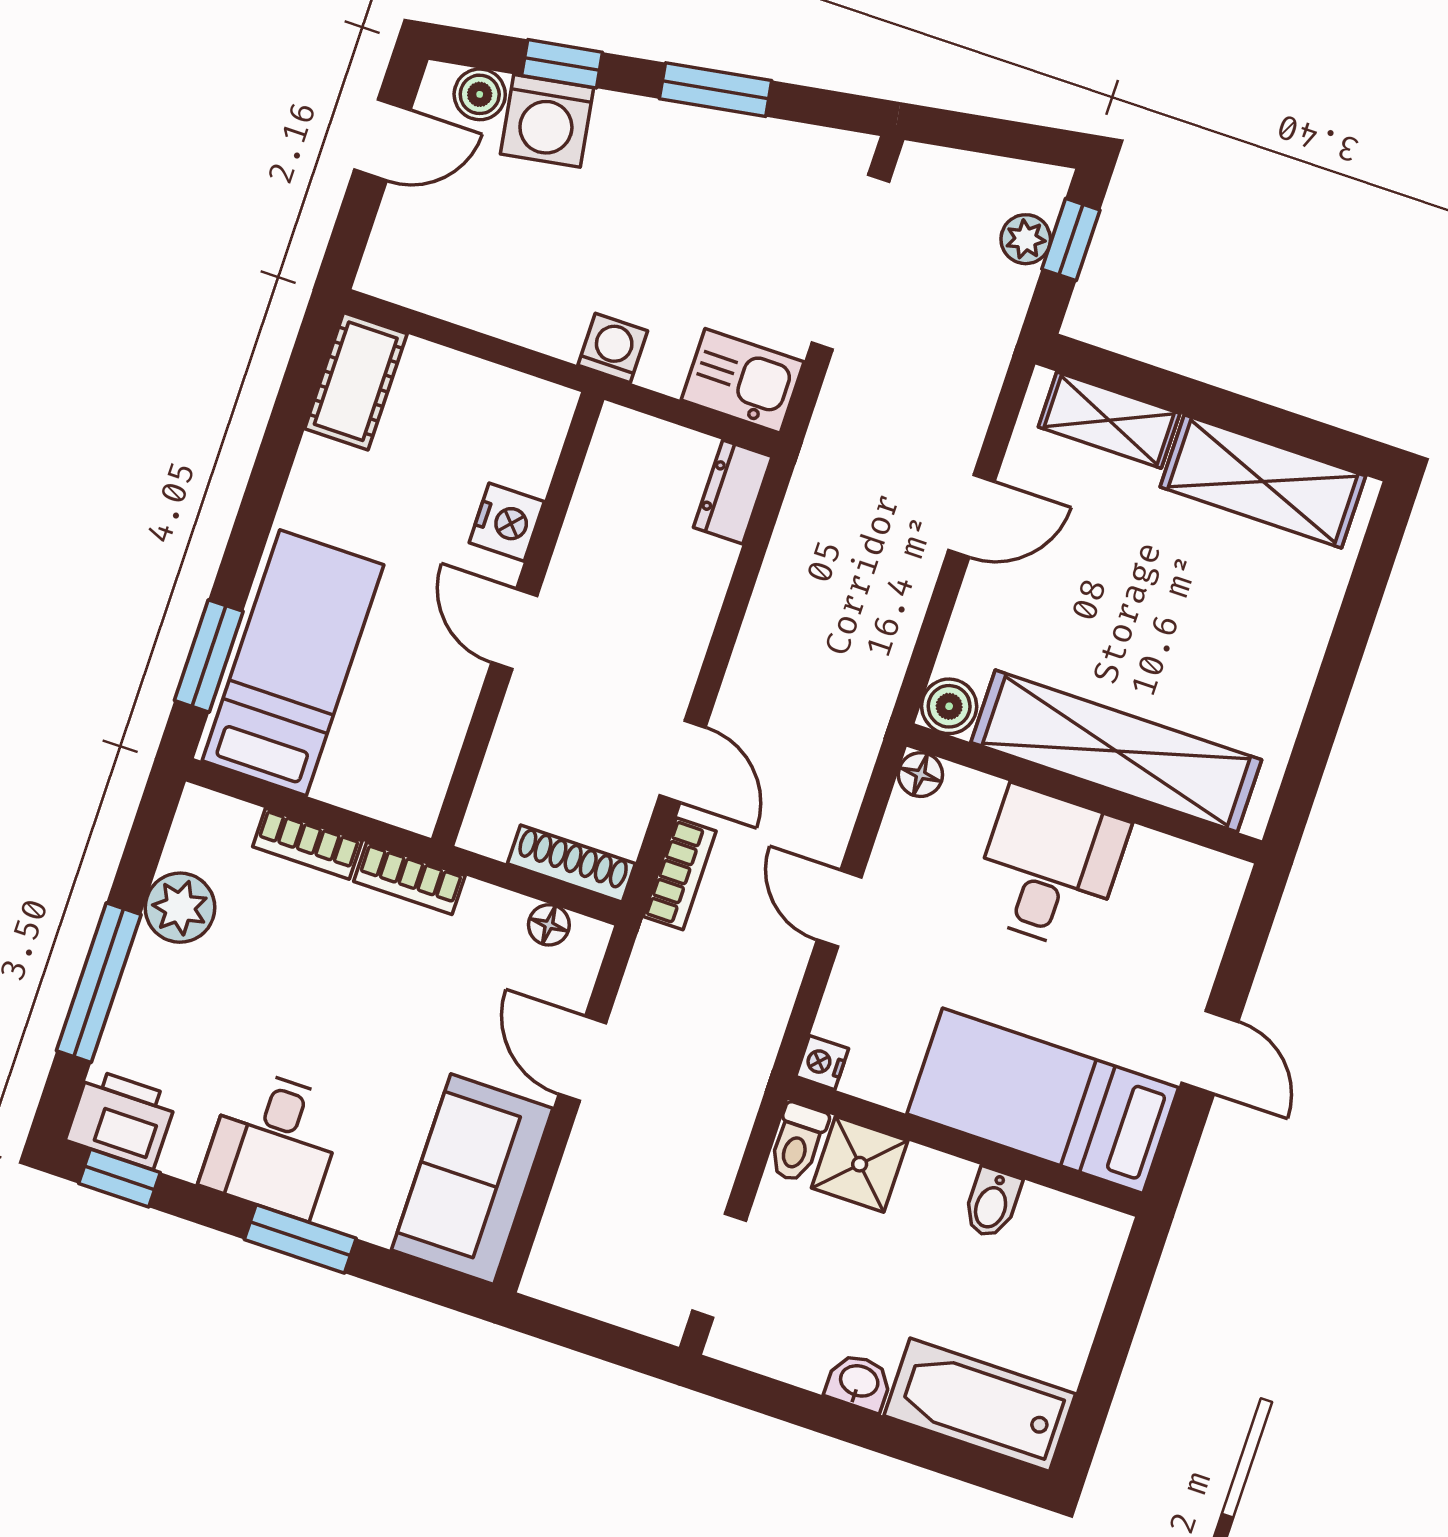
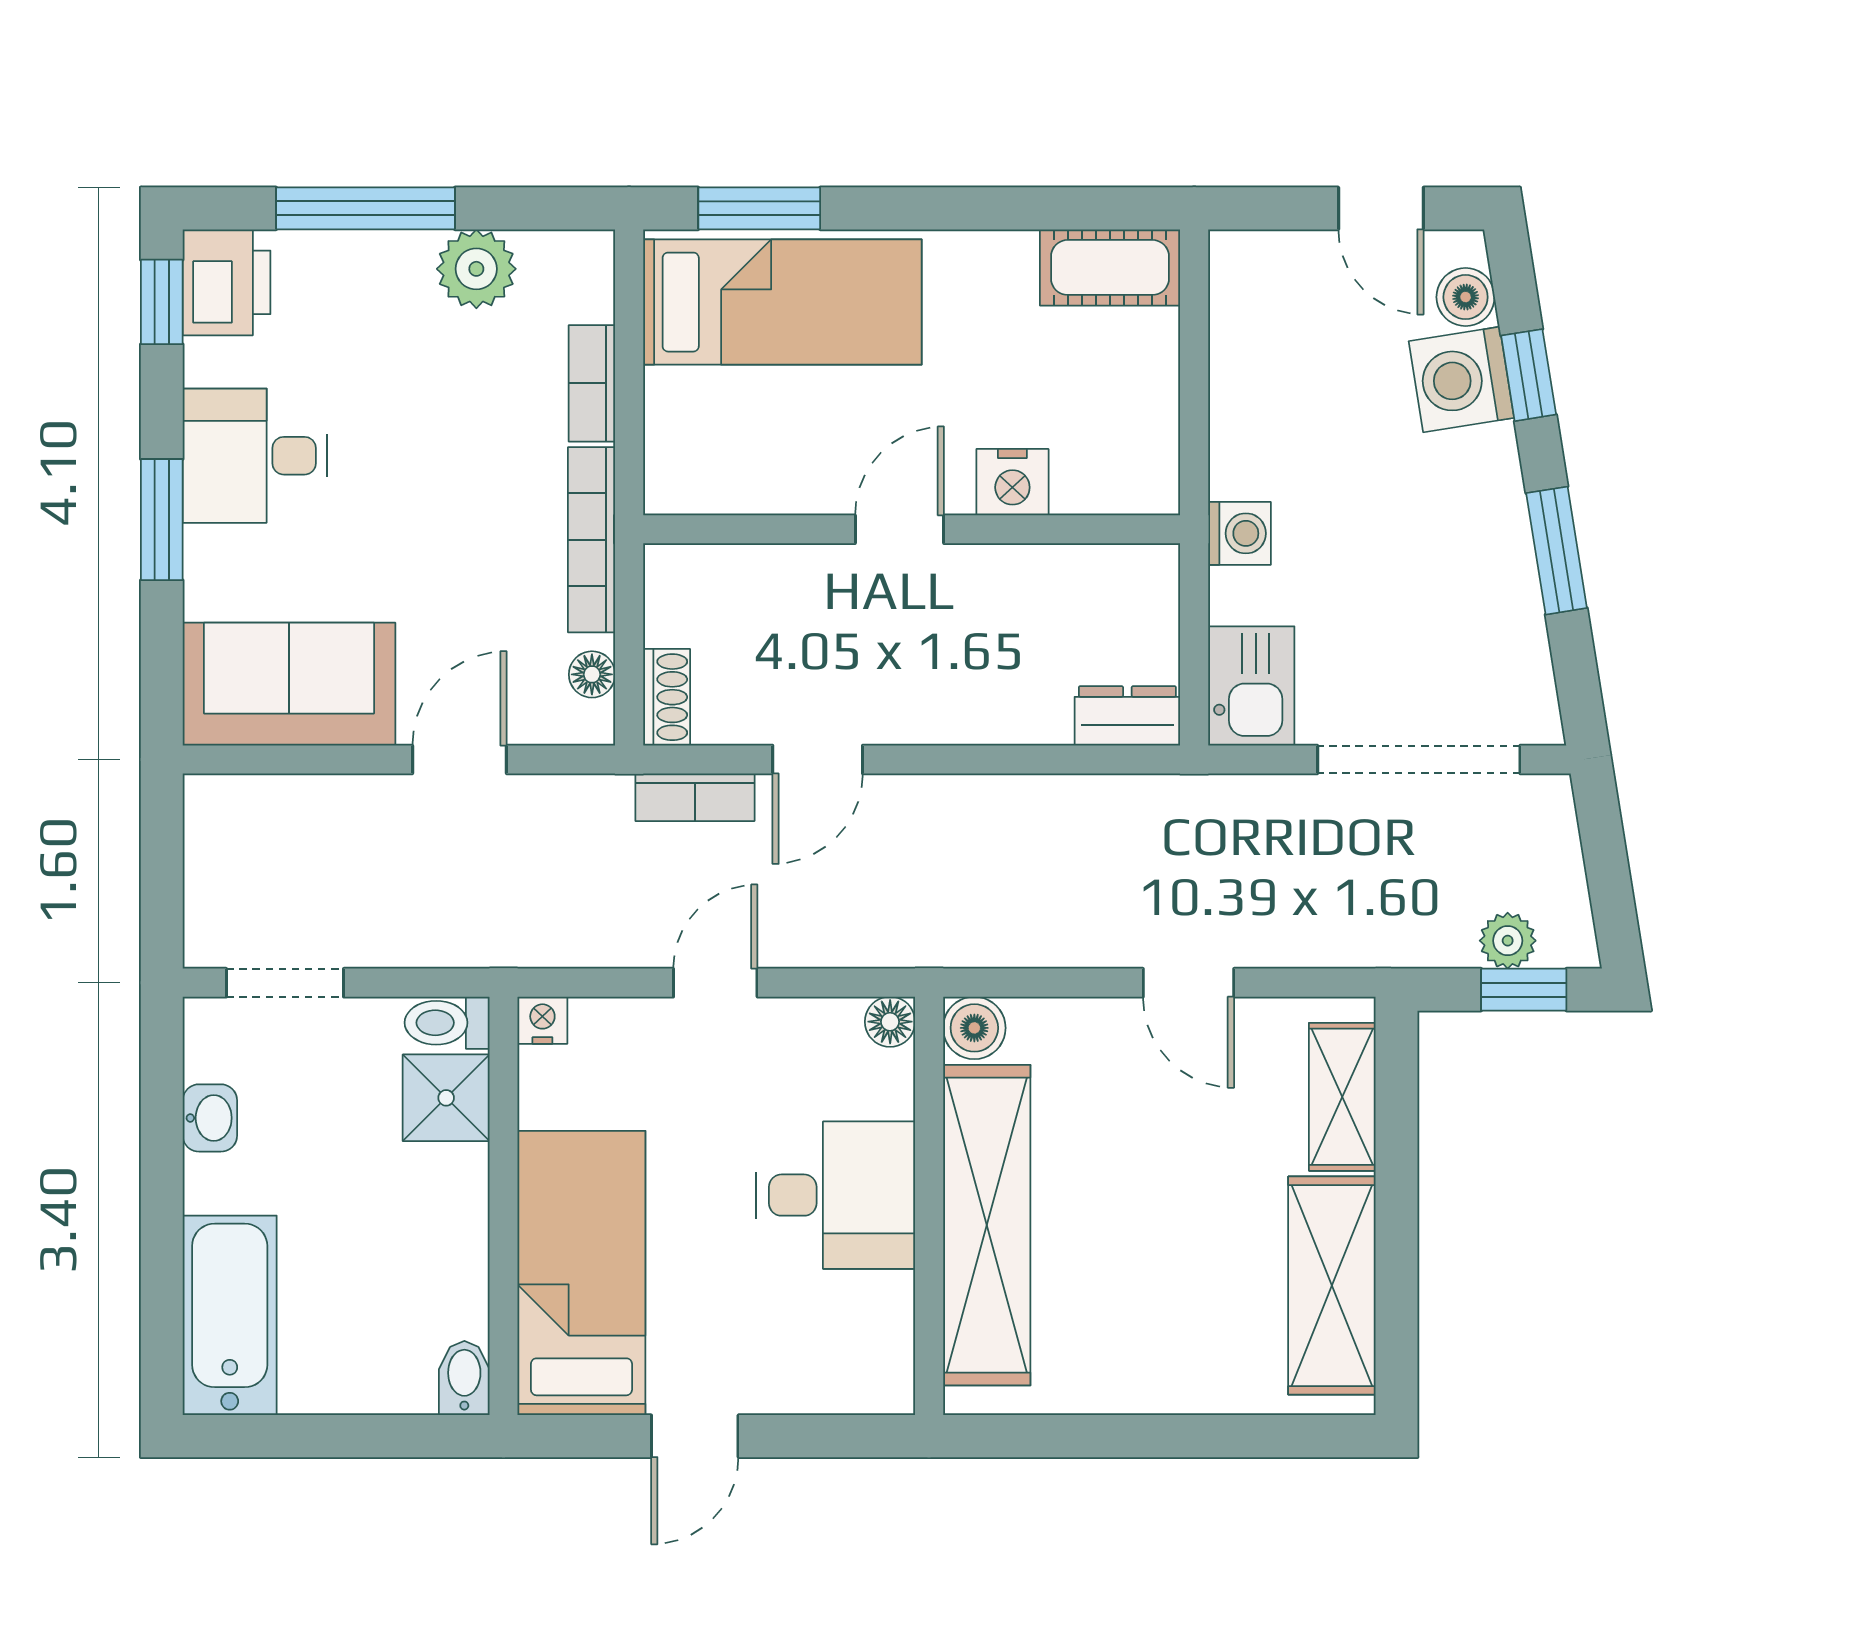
shoe rack: (571, 864) -> (667, 697), width x0.70
bookcase: (409, 878) -> (591, 540), width x1.56
bidet: (992, 1203) -> (464, 1378), moved, turned 90
washbasin: (859, 1382) -> (210, 1118), moved

